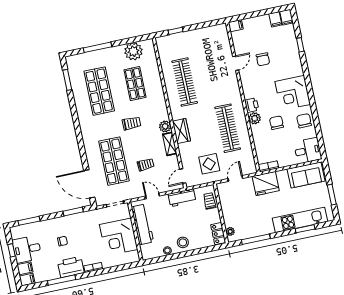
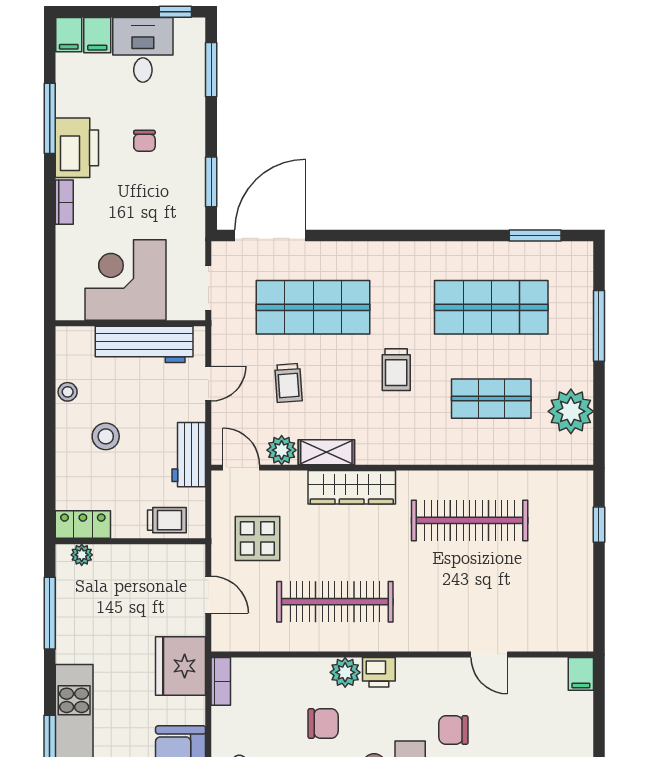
chair: (263, 59) -> (453, 730), moved
plant: (165, 126) -> (282, 450), moved
wardrobe: (181, 131) -> (352, 487), width x1.50
stool: (183, 242) -> (106, 436), moved
window: (12, 250) -> (175, 12), moved

